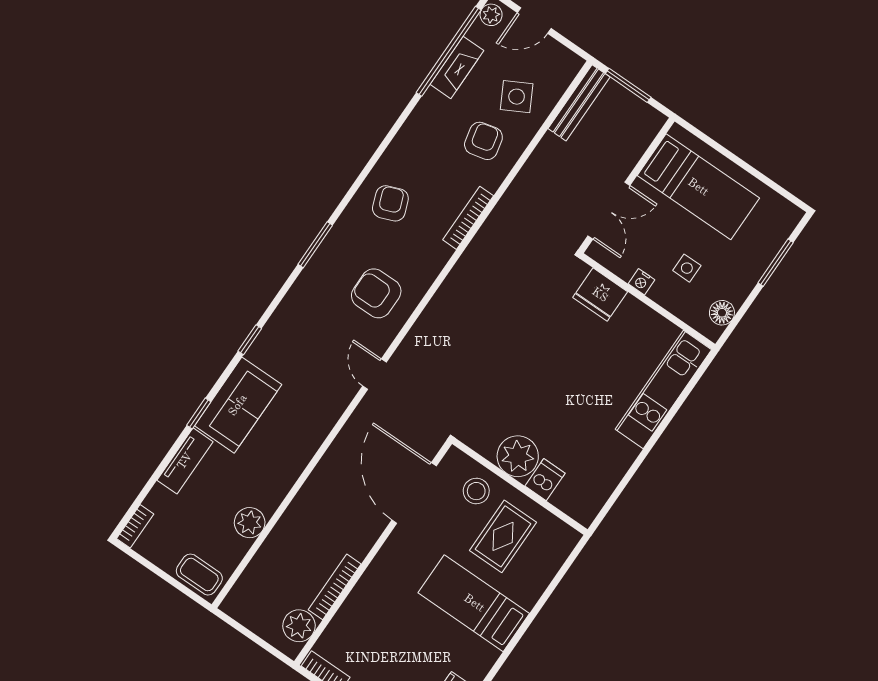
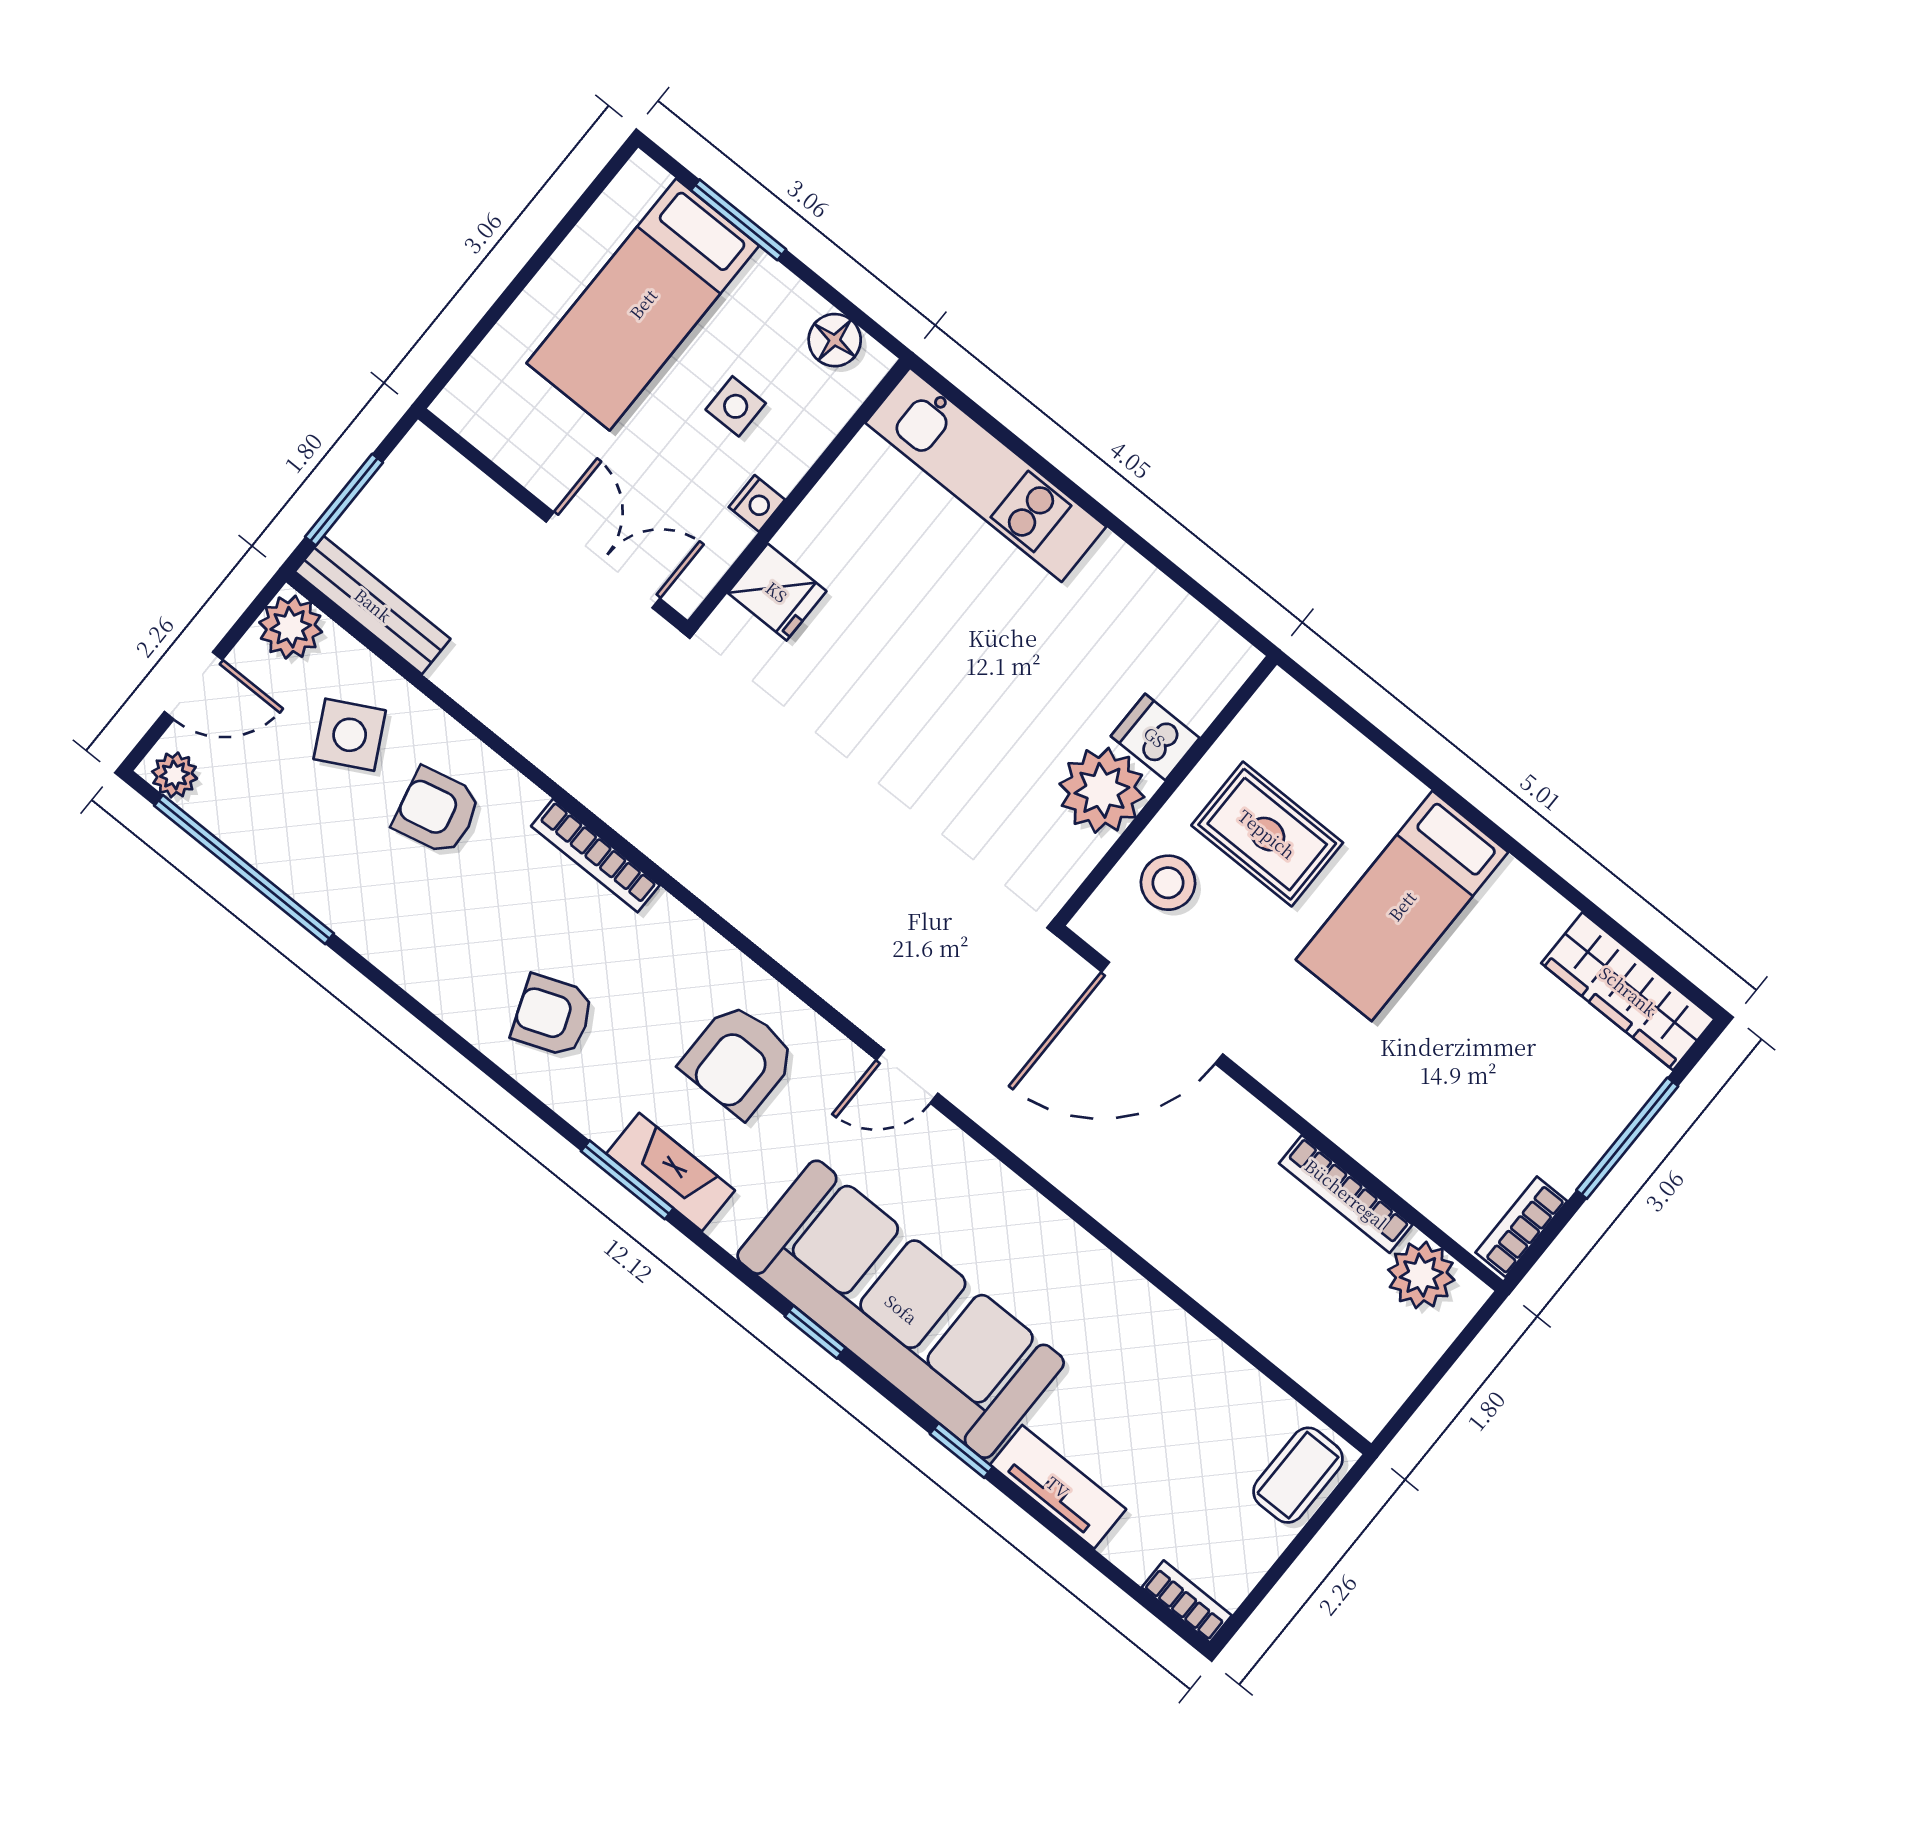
door: (534, 20) -> (193, 686), hinge flipped
fireplace: (457, 67) -> (671, 1172), moved
bed: (698, 187) -> (643, 304), moved, turned 180
fridge: (600, 295) -> (777, 592), width x0.72
sofa: (238, 405) -> (901, 1309), width x1.85, depth x1.27
plant: (250, 523) -> (291, 627), moved

